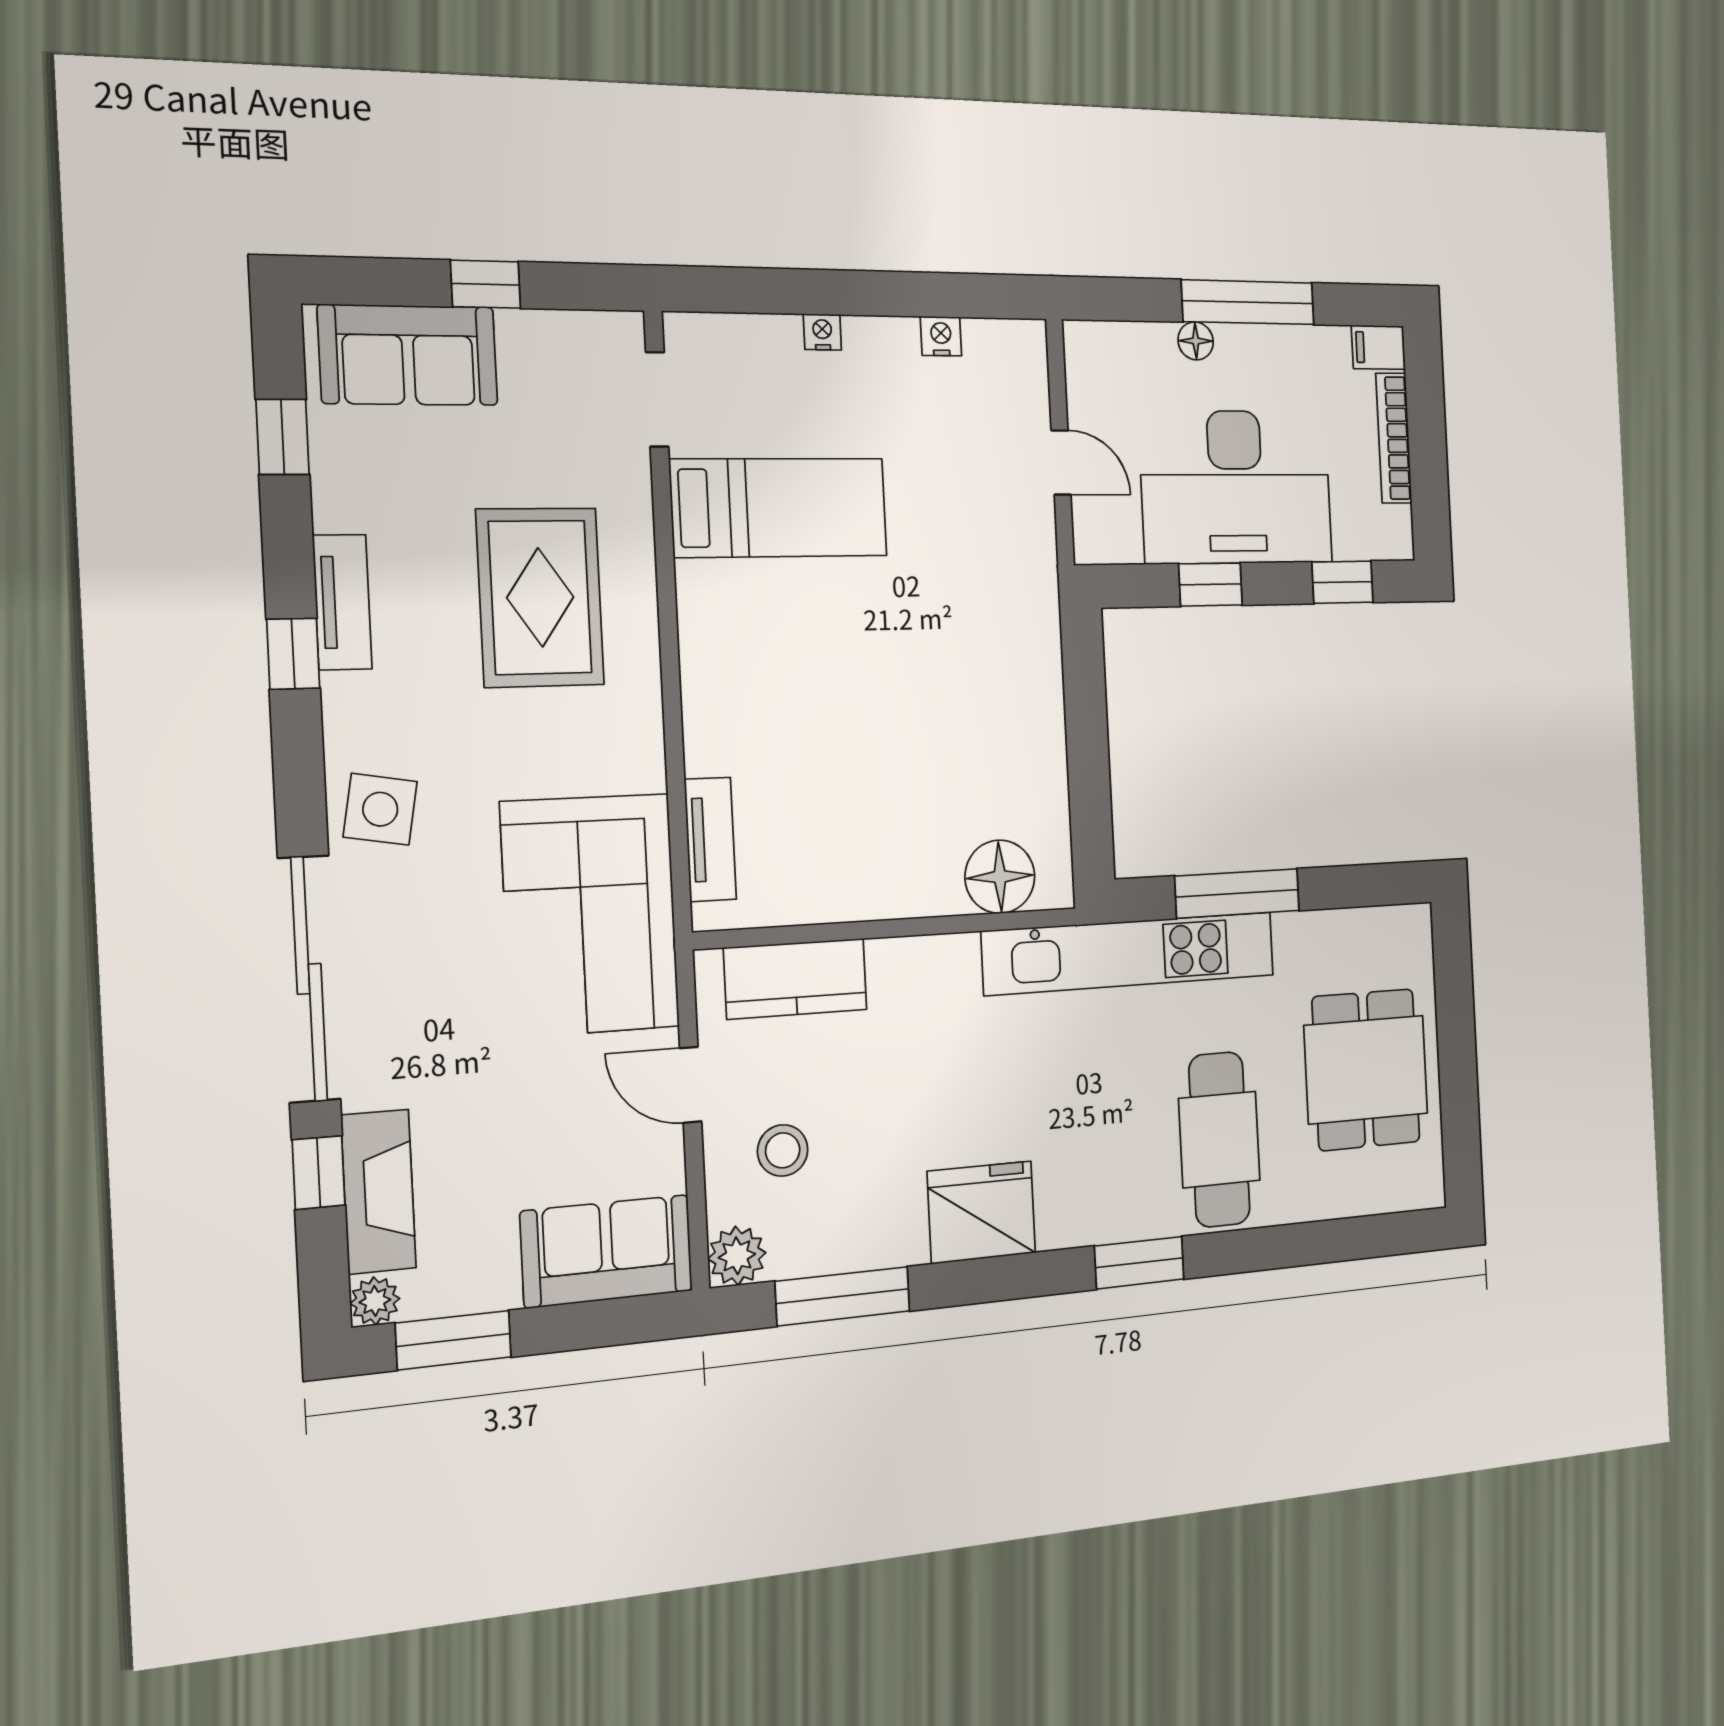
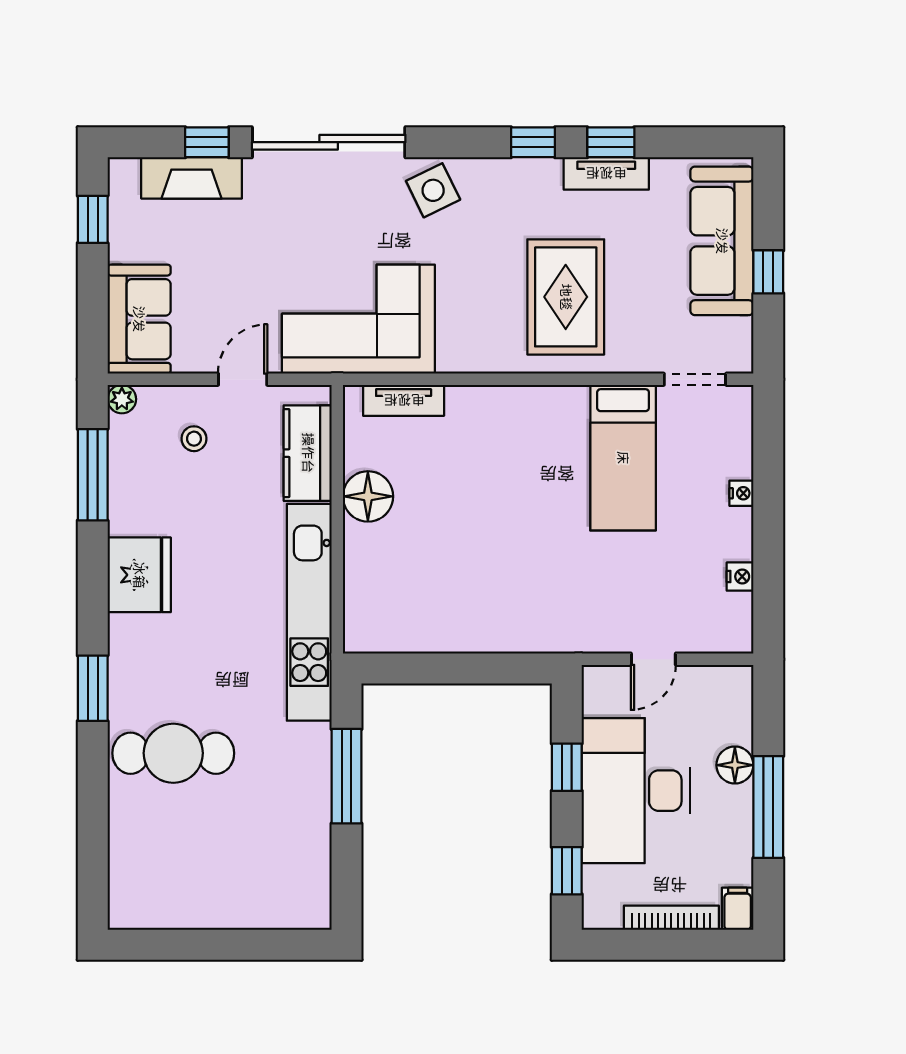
floor lamp: (1196, 341) -> (735, 765), width x1.37, depth x1.37
sofa: (408, 355) -> (722, 241), width x1.36
window: (283, 437) -> (611, 142), moved
rug: (540, 597) -> (566, 297), turned 90
tv unit: (342, 602) -> (606, 173), moved
side table: (380, 809) -> (433, 190), turned -36
floor lamp: (1000, 877) -> (368, 496), moved
kitchen unit: (1130, 953) -> (309, 612), moved
dining table: (1366, 1070) -> (213, 870), removed
stool: (783, 1150) -> (194, 439), width x0.73, depth x0.73
plant: (737, 1256) -> (122, 399), width x0.73, depth x0.73
plant: (375, 1301) -> (123, 172), removed
window: (453, 1340) -> (93, 219), width x0.67

